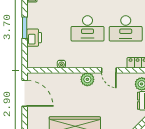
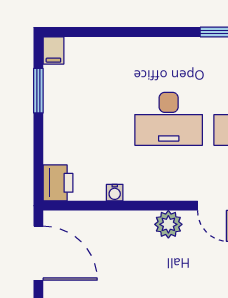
window: (25, 28) -> (38, 91), moved
printer: (34, 38) -> (58, 183), moved

